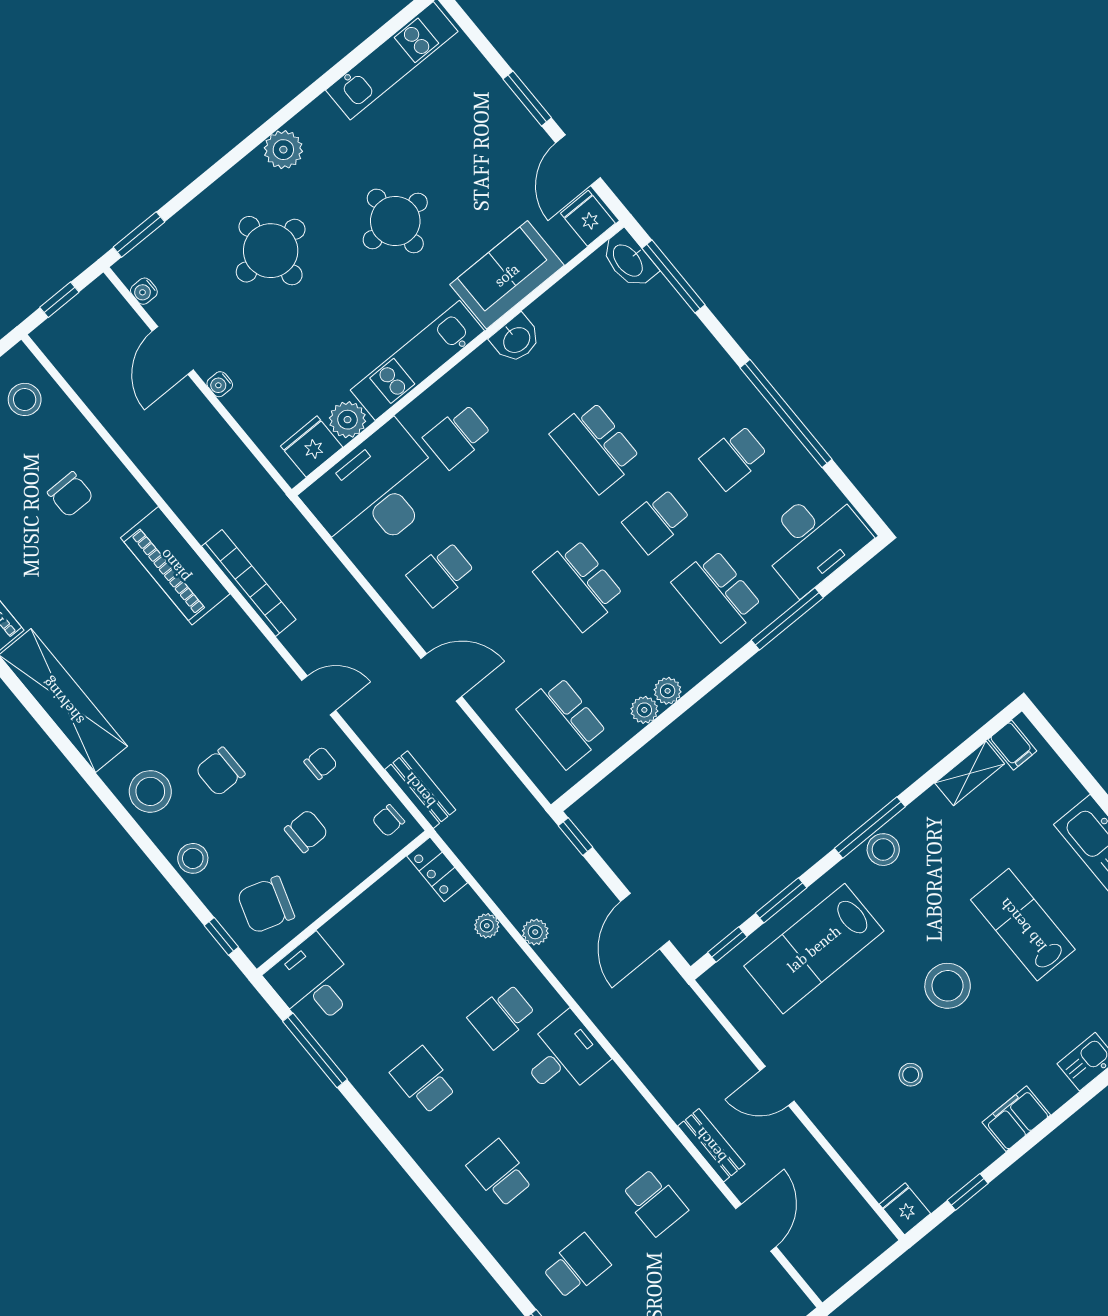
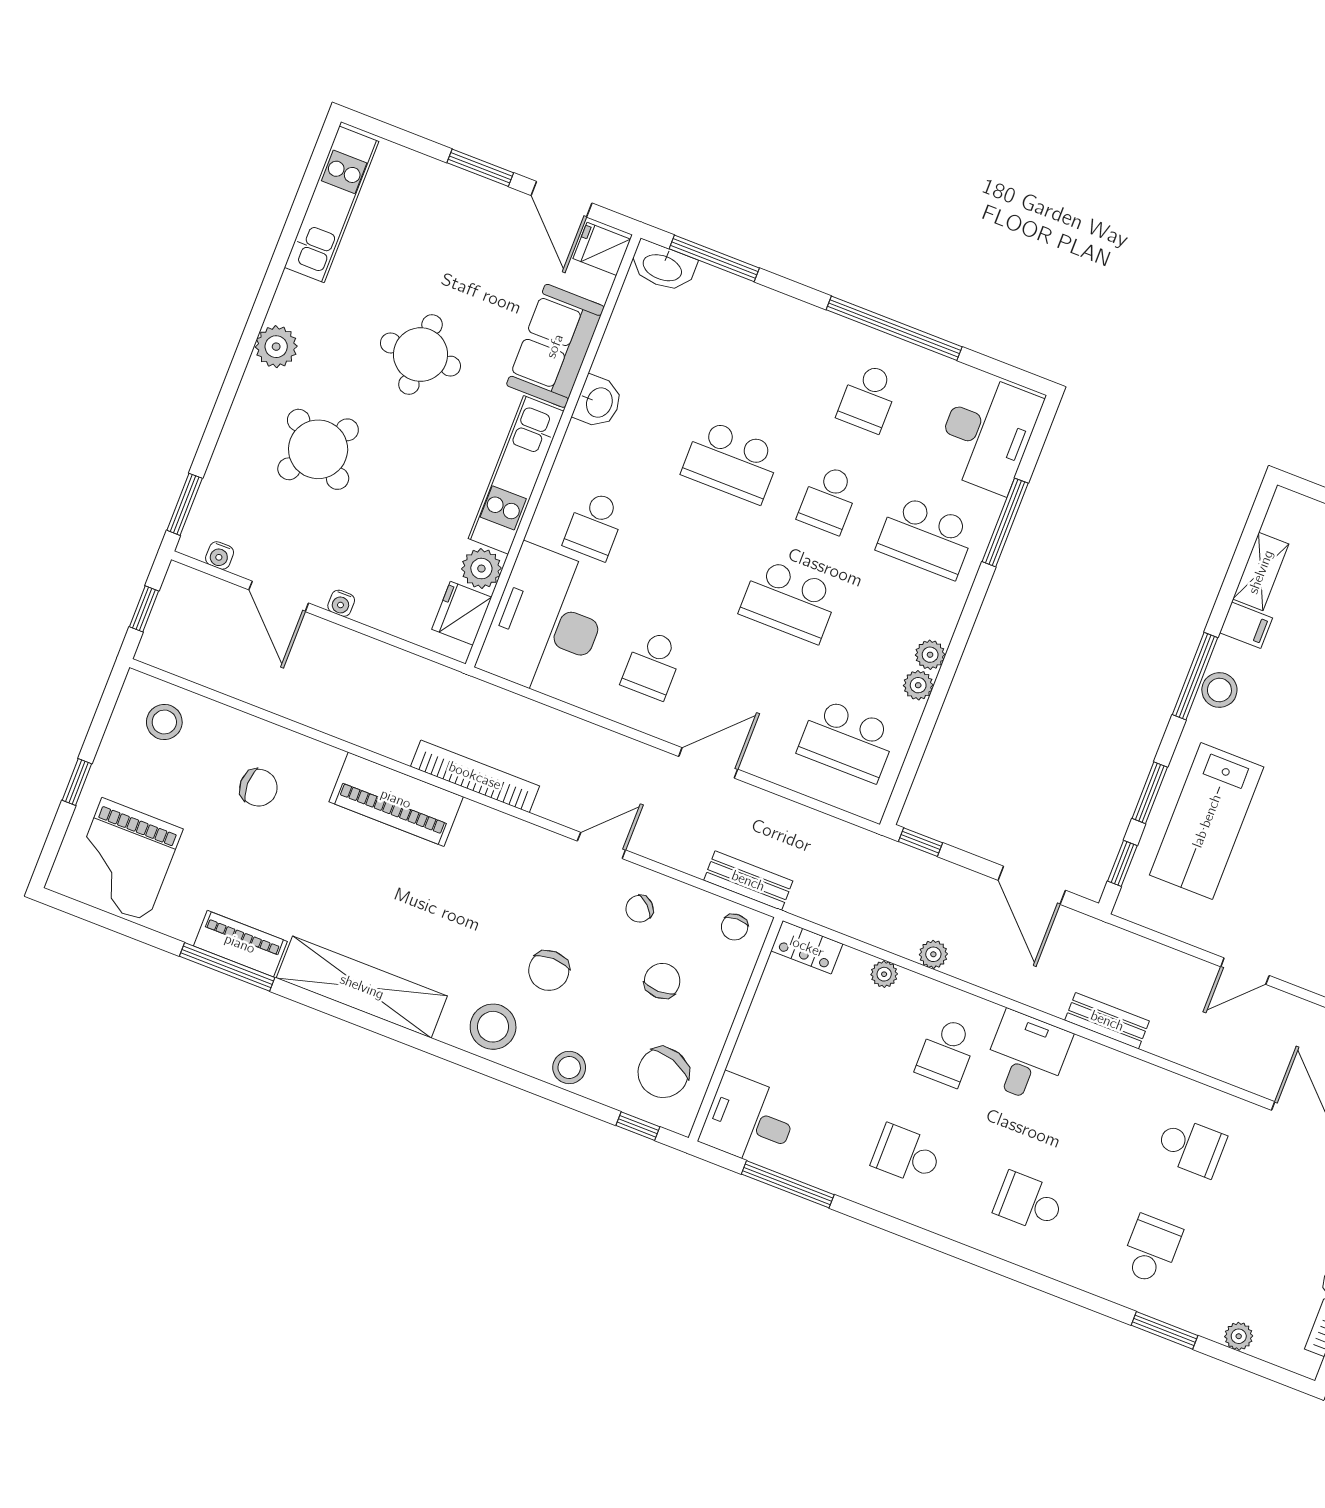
round table: (271, 251) -> (318, 449), turned 37
filing cabinet: (1012, 745) -> (1246, 625), moved
chair: (321, 763) -> (640, 909), turned -137
bench: (711, 1145) -> (1107, 1021), moved

